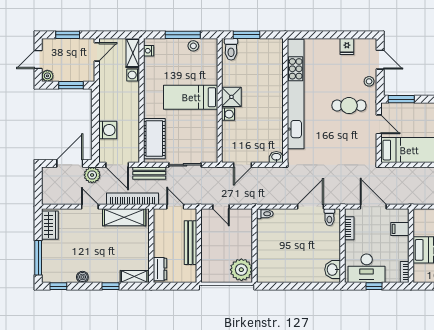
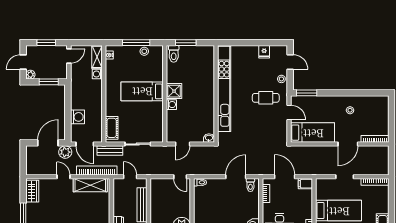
cot: (154, 139) -> (112, 128), width x0.73, depth x0.75
door: (221, 207) -> (180, 177), moved
filing cabinet: (400, 229) -> (305, 184), moved

